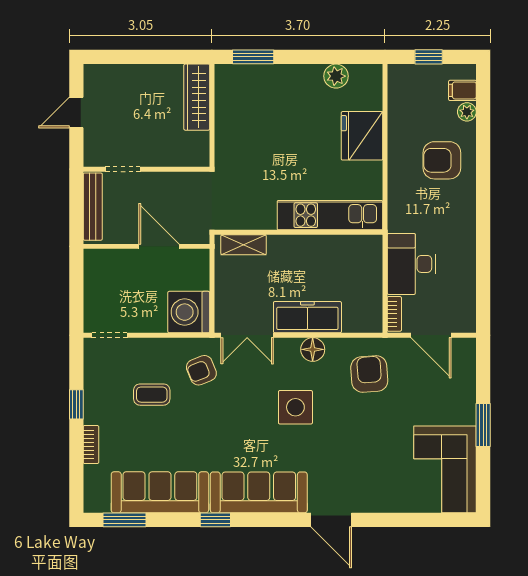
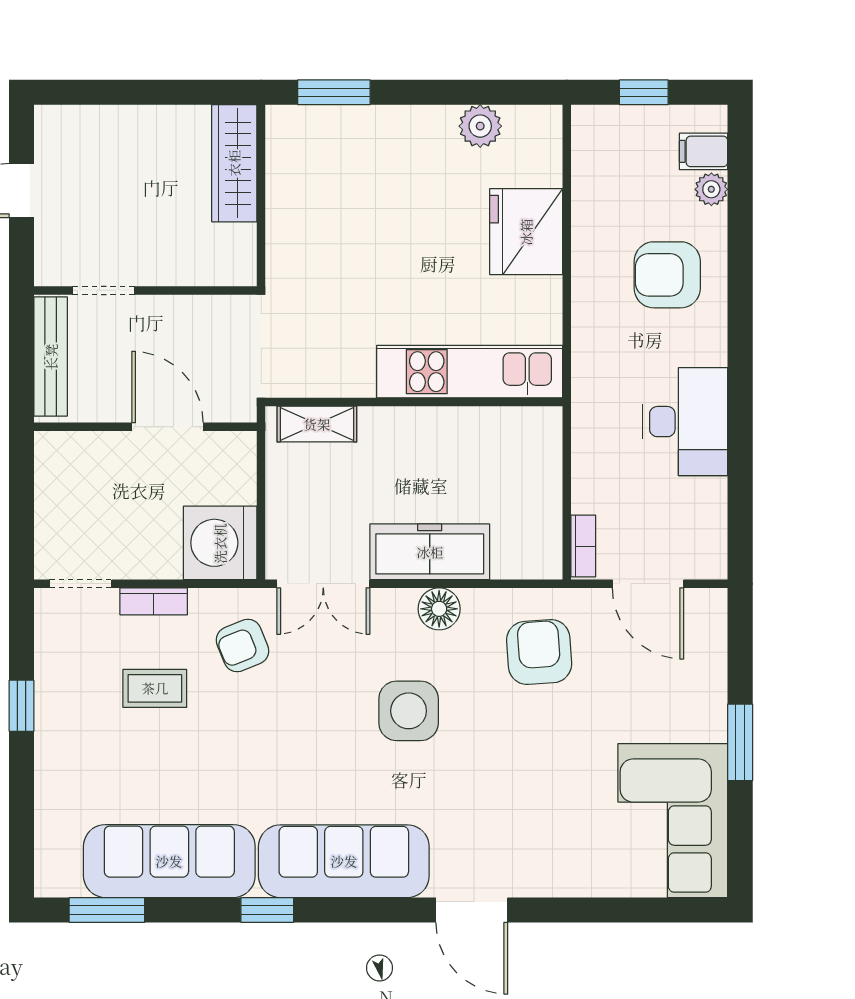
desk: (411, 264) -> (685, 422), moved, turned 180
bookcase: (91, 445) -> (154, 601), moved, turned 90

